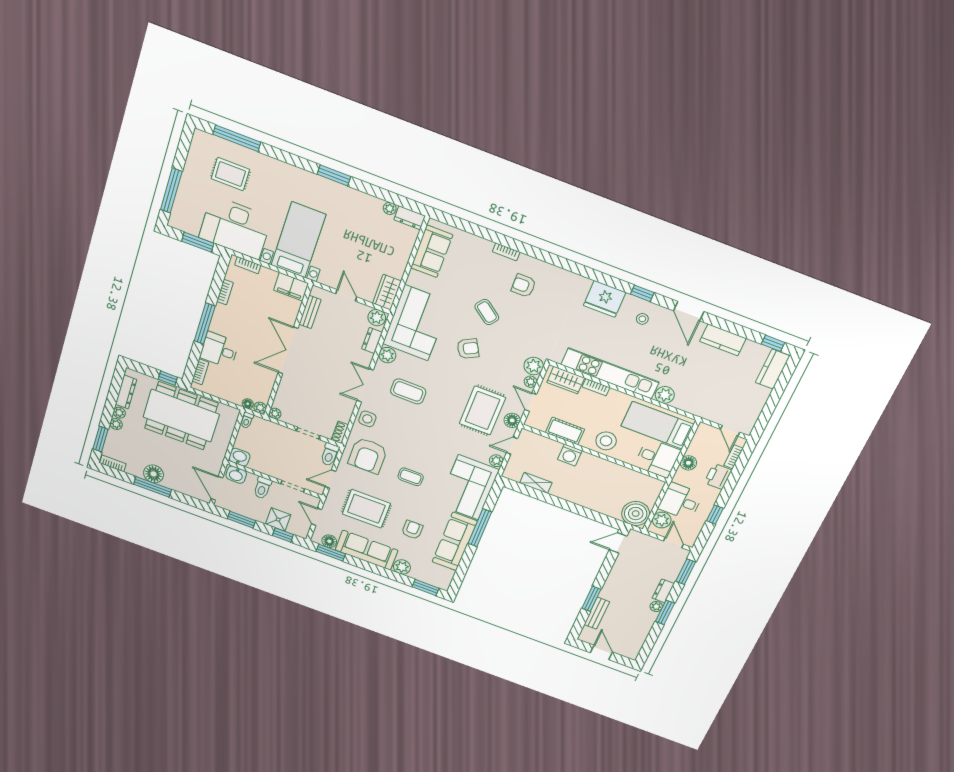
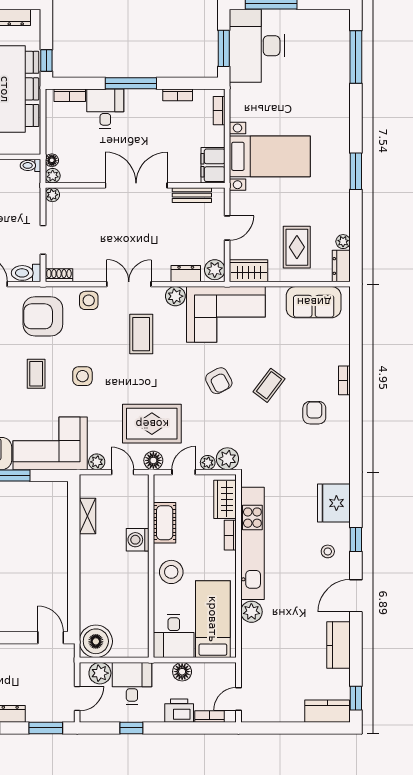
rug: (230, 174) -> (297, 247), moved
desk: (235, 227) -> (257, 46), moved
side table: (425, 446) -> (82, 376), added

